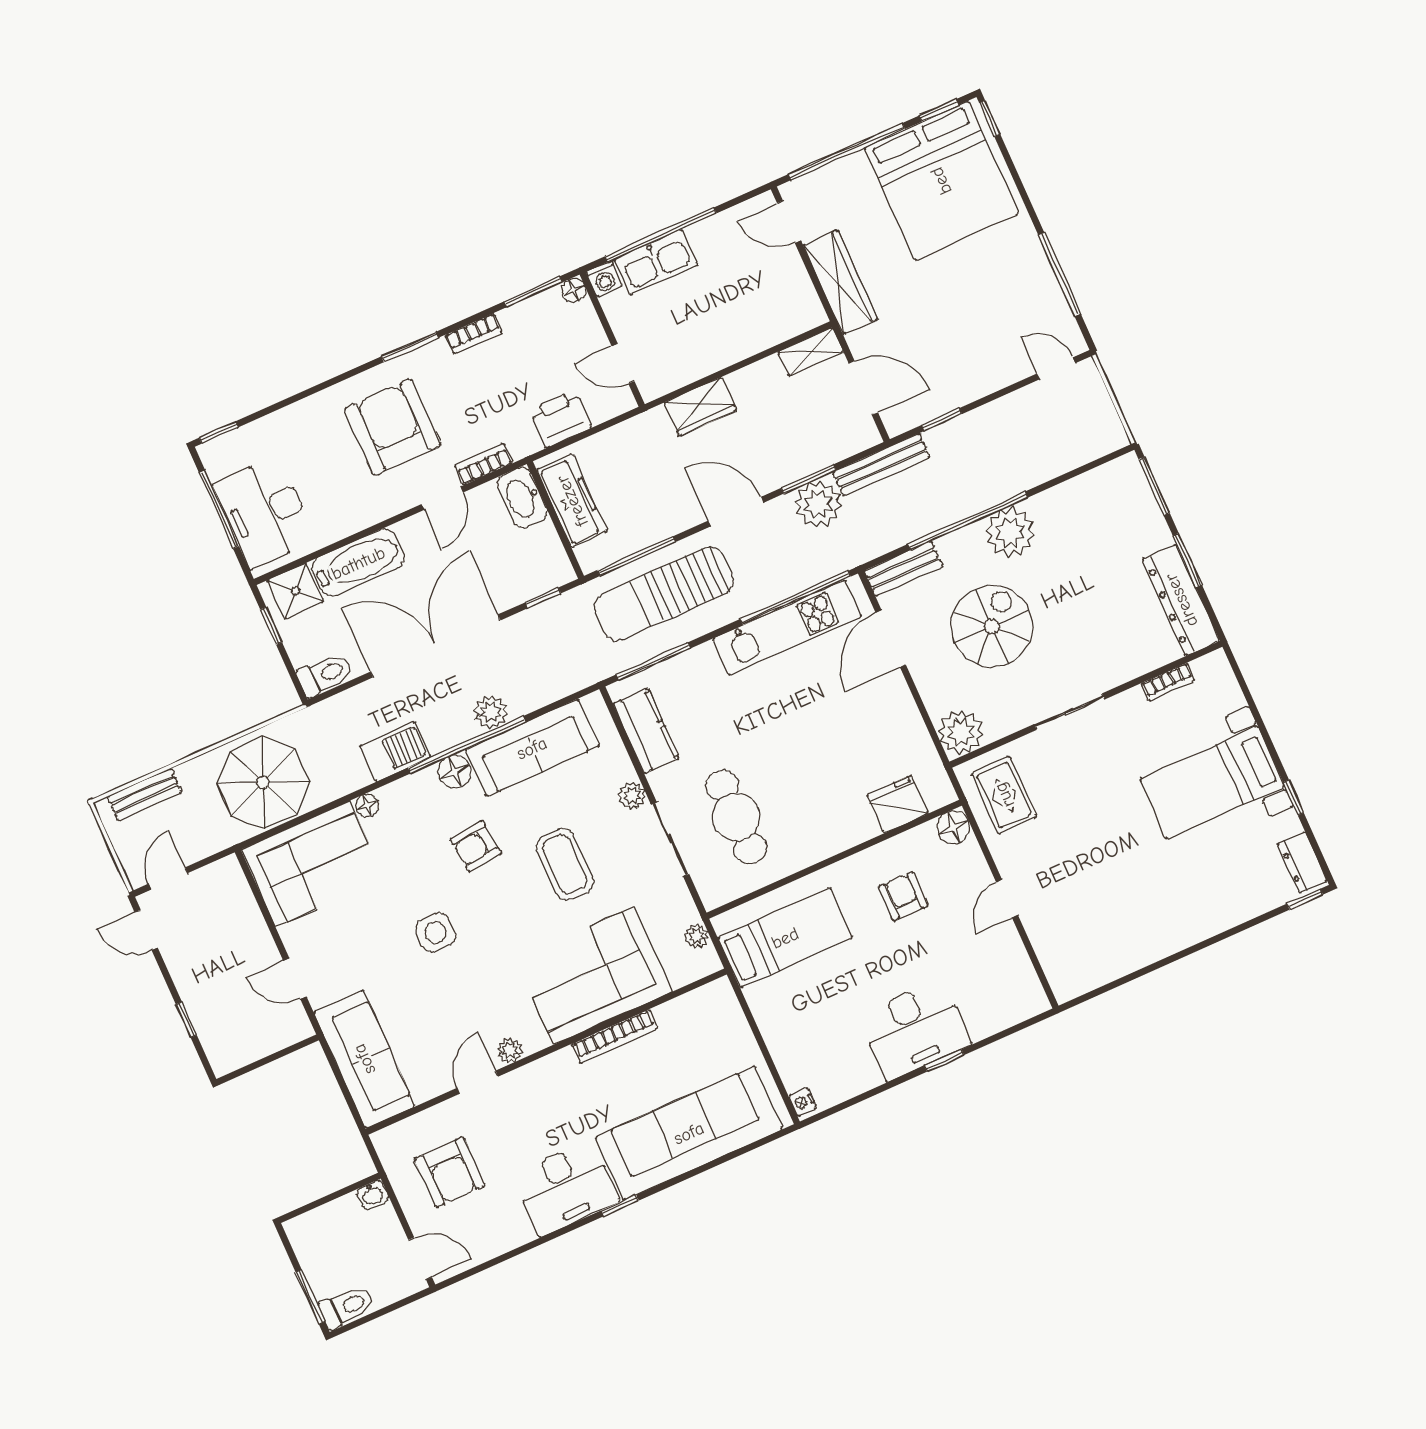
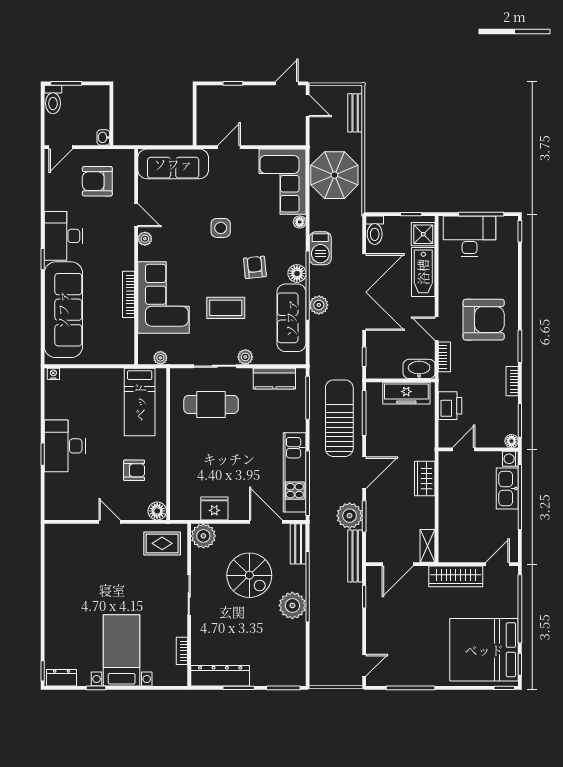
fridge: (898, 804) -> (214, 508), moved, turned -90

